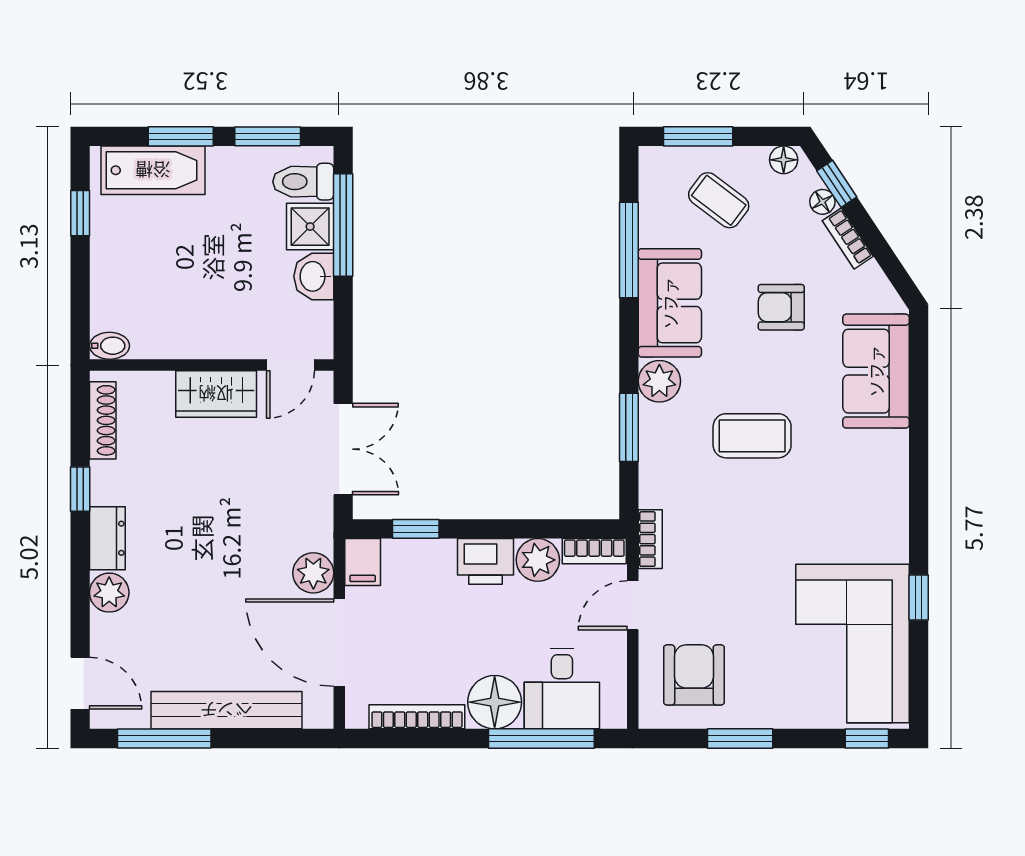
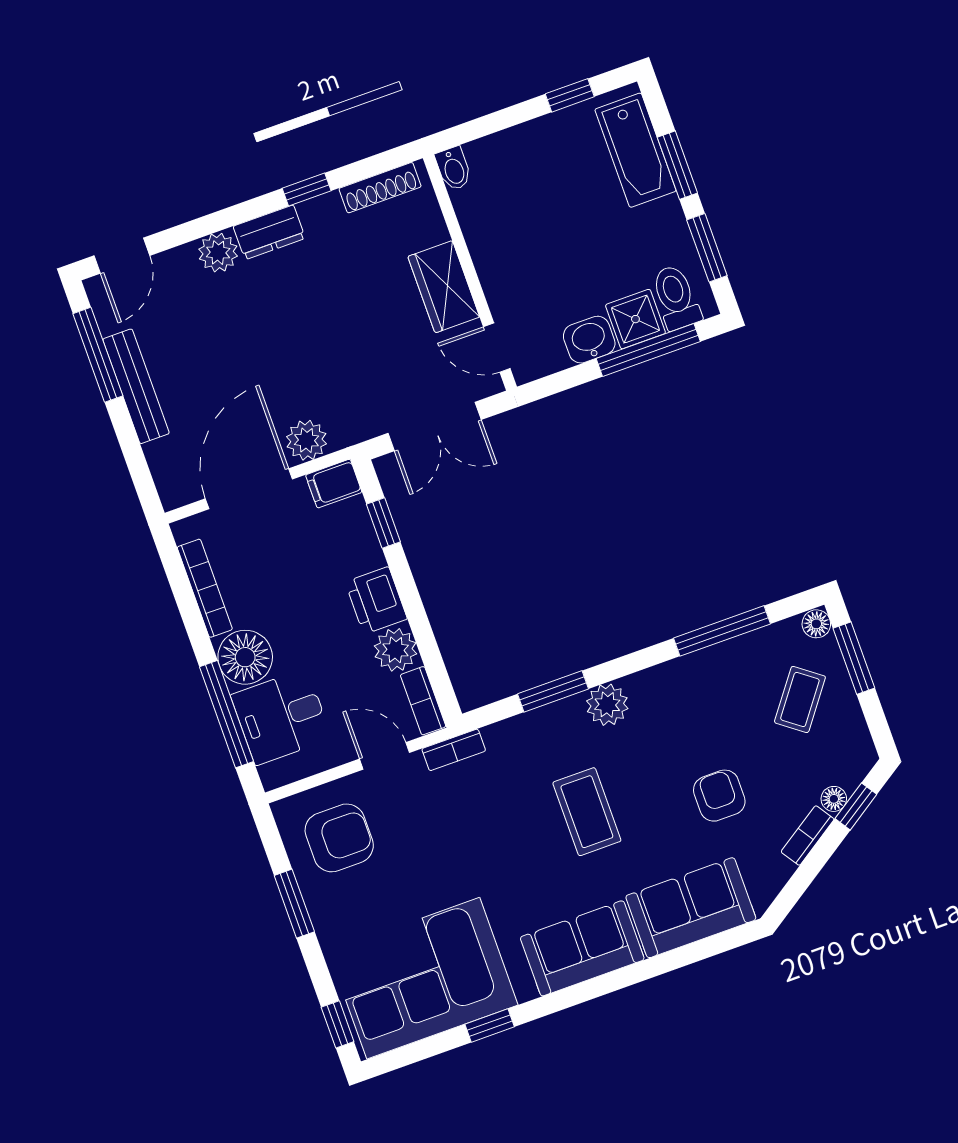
floor lamp: (784, 160) -> (816, 624), moved
sofa: (670, 303) -> (582, 948), moved, turned 180
bench: (226, 710) -> (136, 386), width x0.73, depth x0.82

